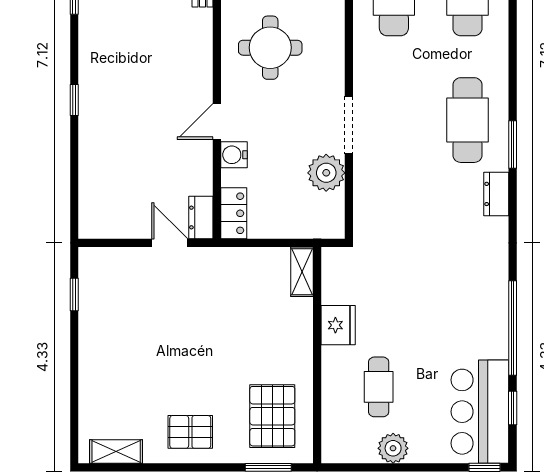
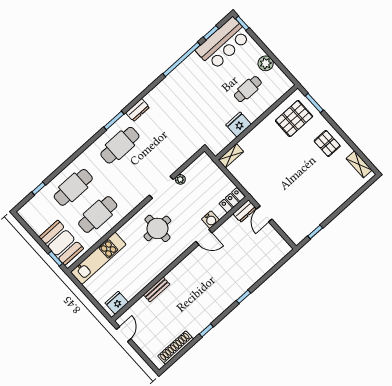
round table: (270, 48) -> (157, 228), moved
plant: (326, 173) -> (180, 179), width x0.53, depth x0.53

